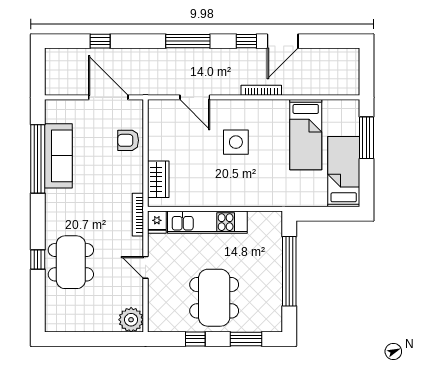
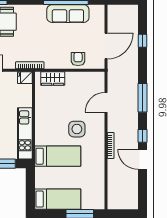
bed: (306, 135) -> (58, 156), moved, turned 180
kitchen unit: (207, 222) -> (25, 133), moved

